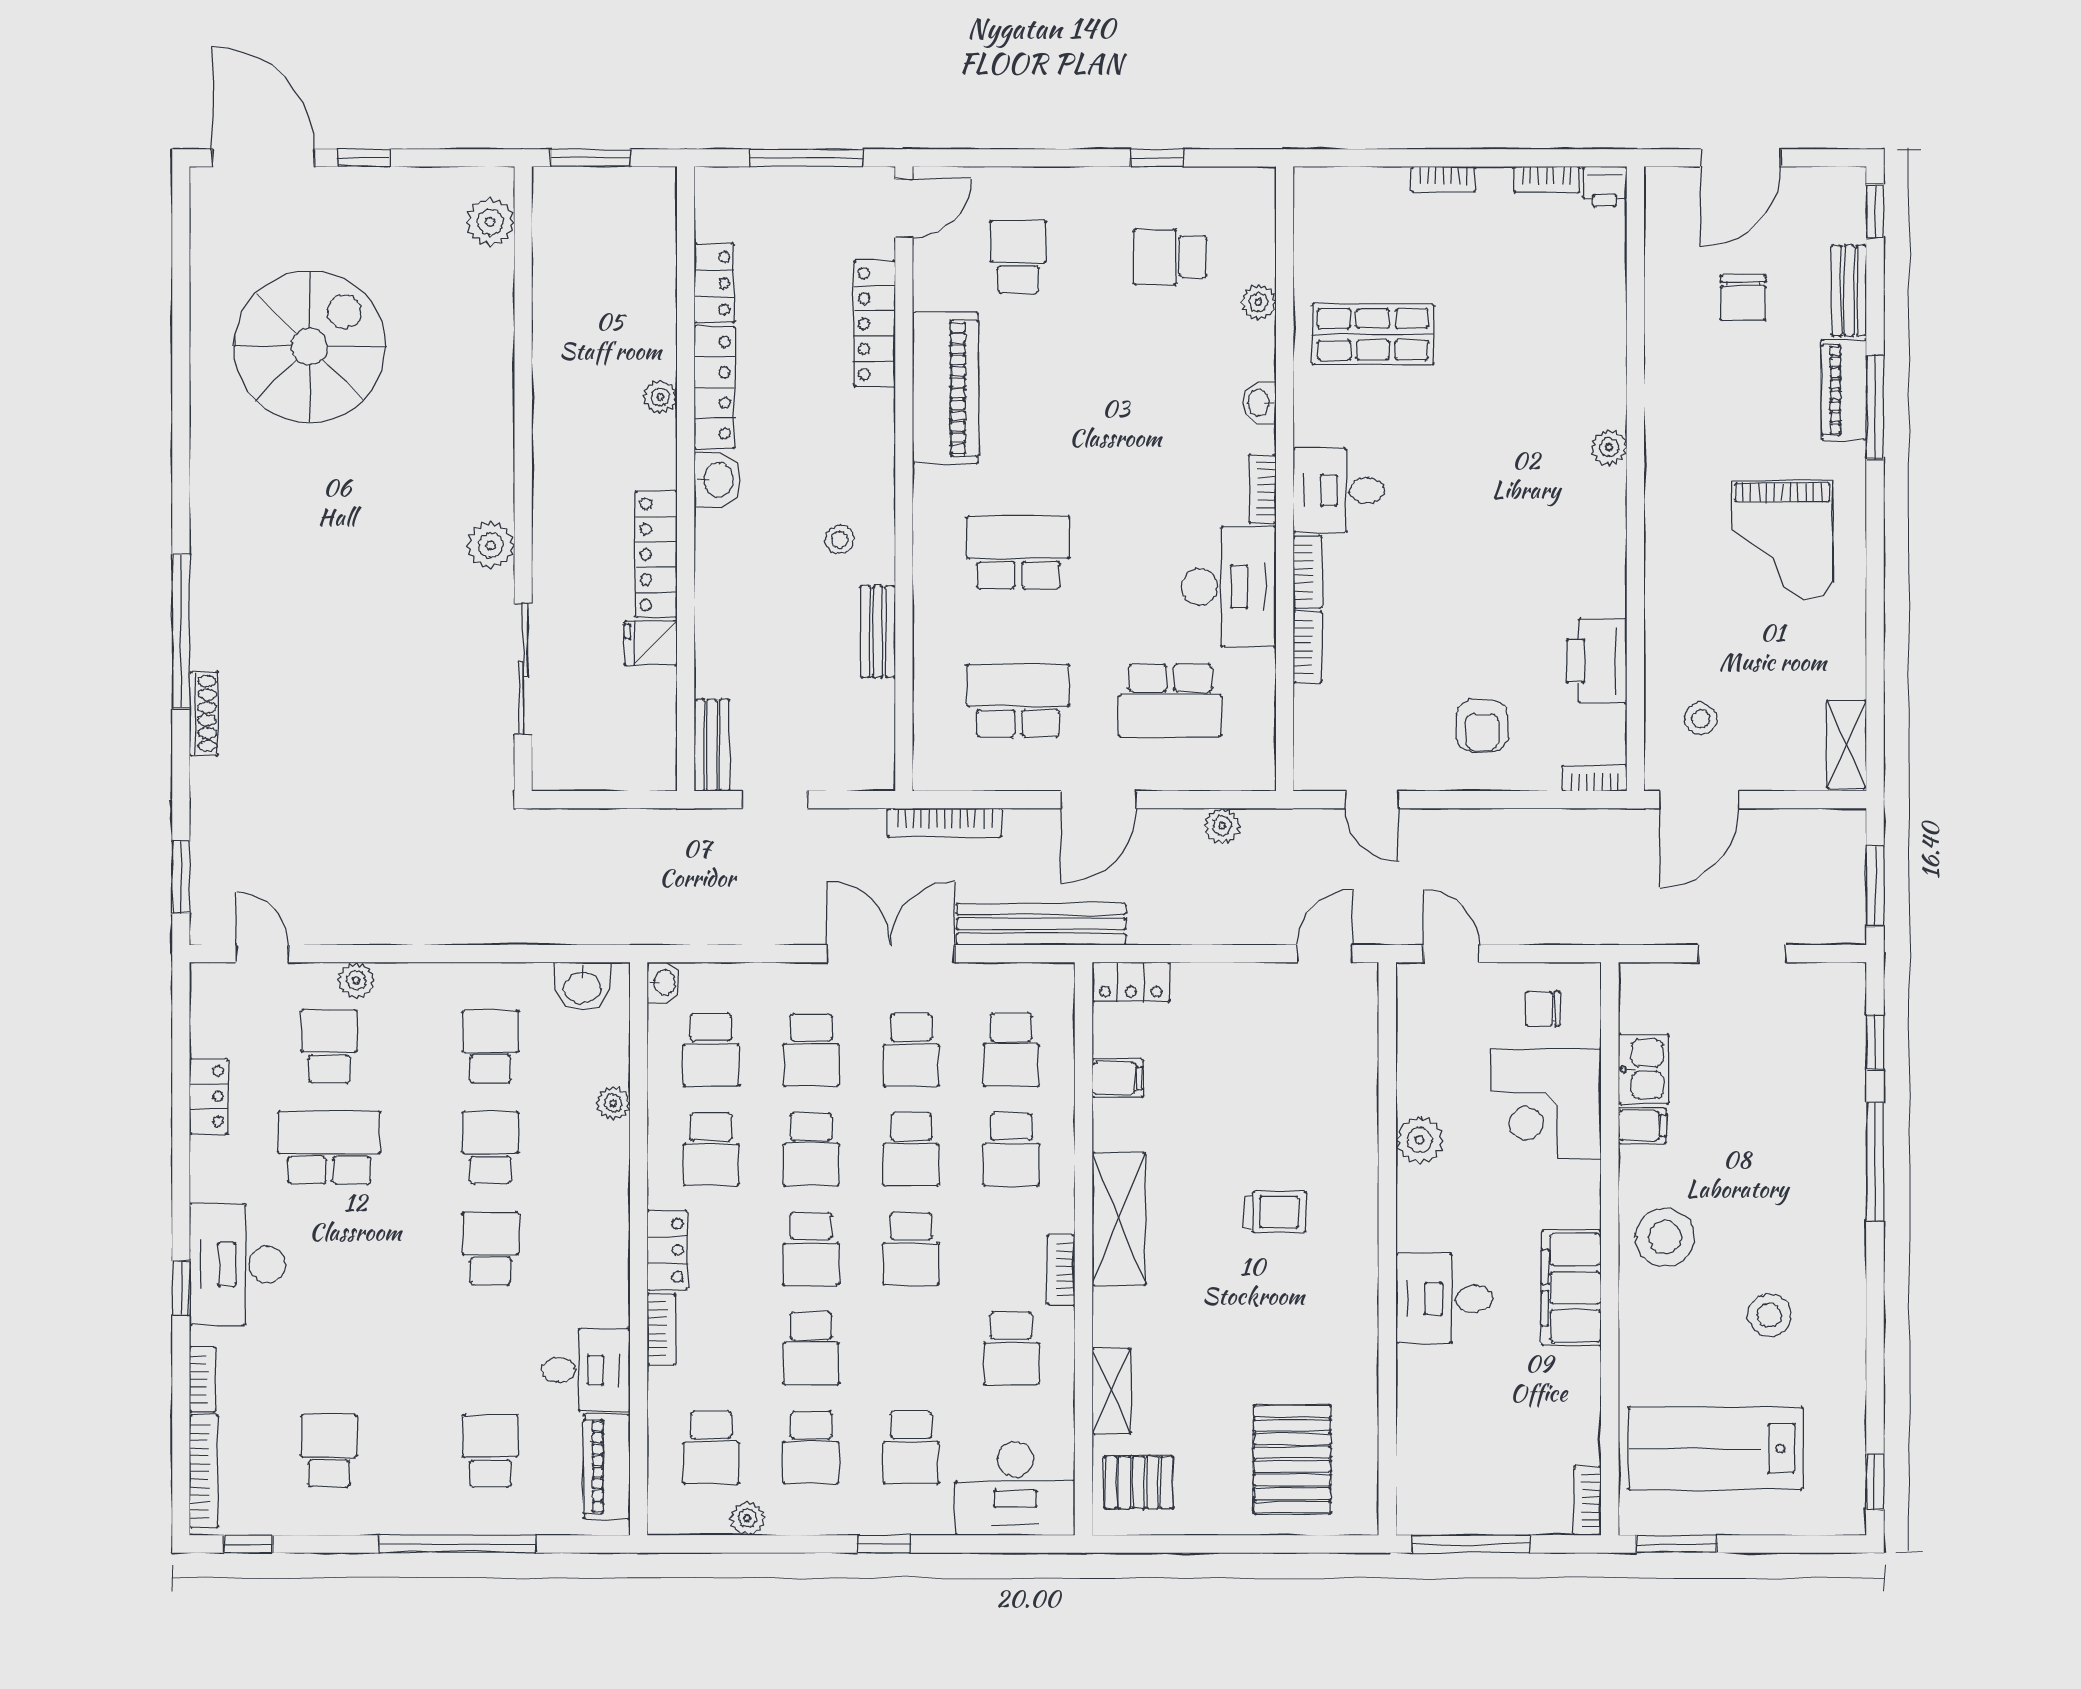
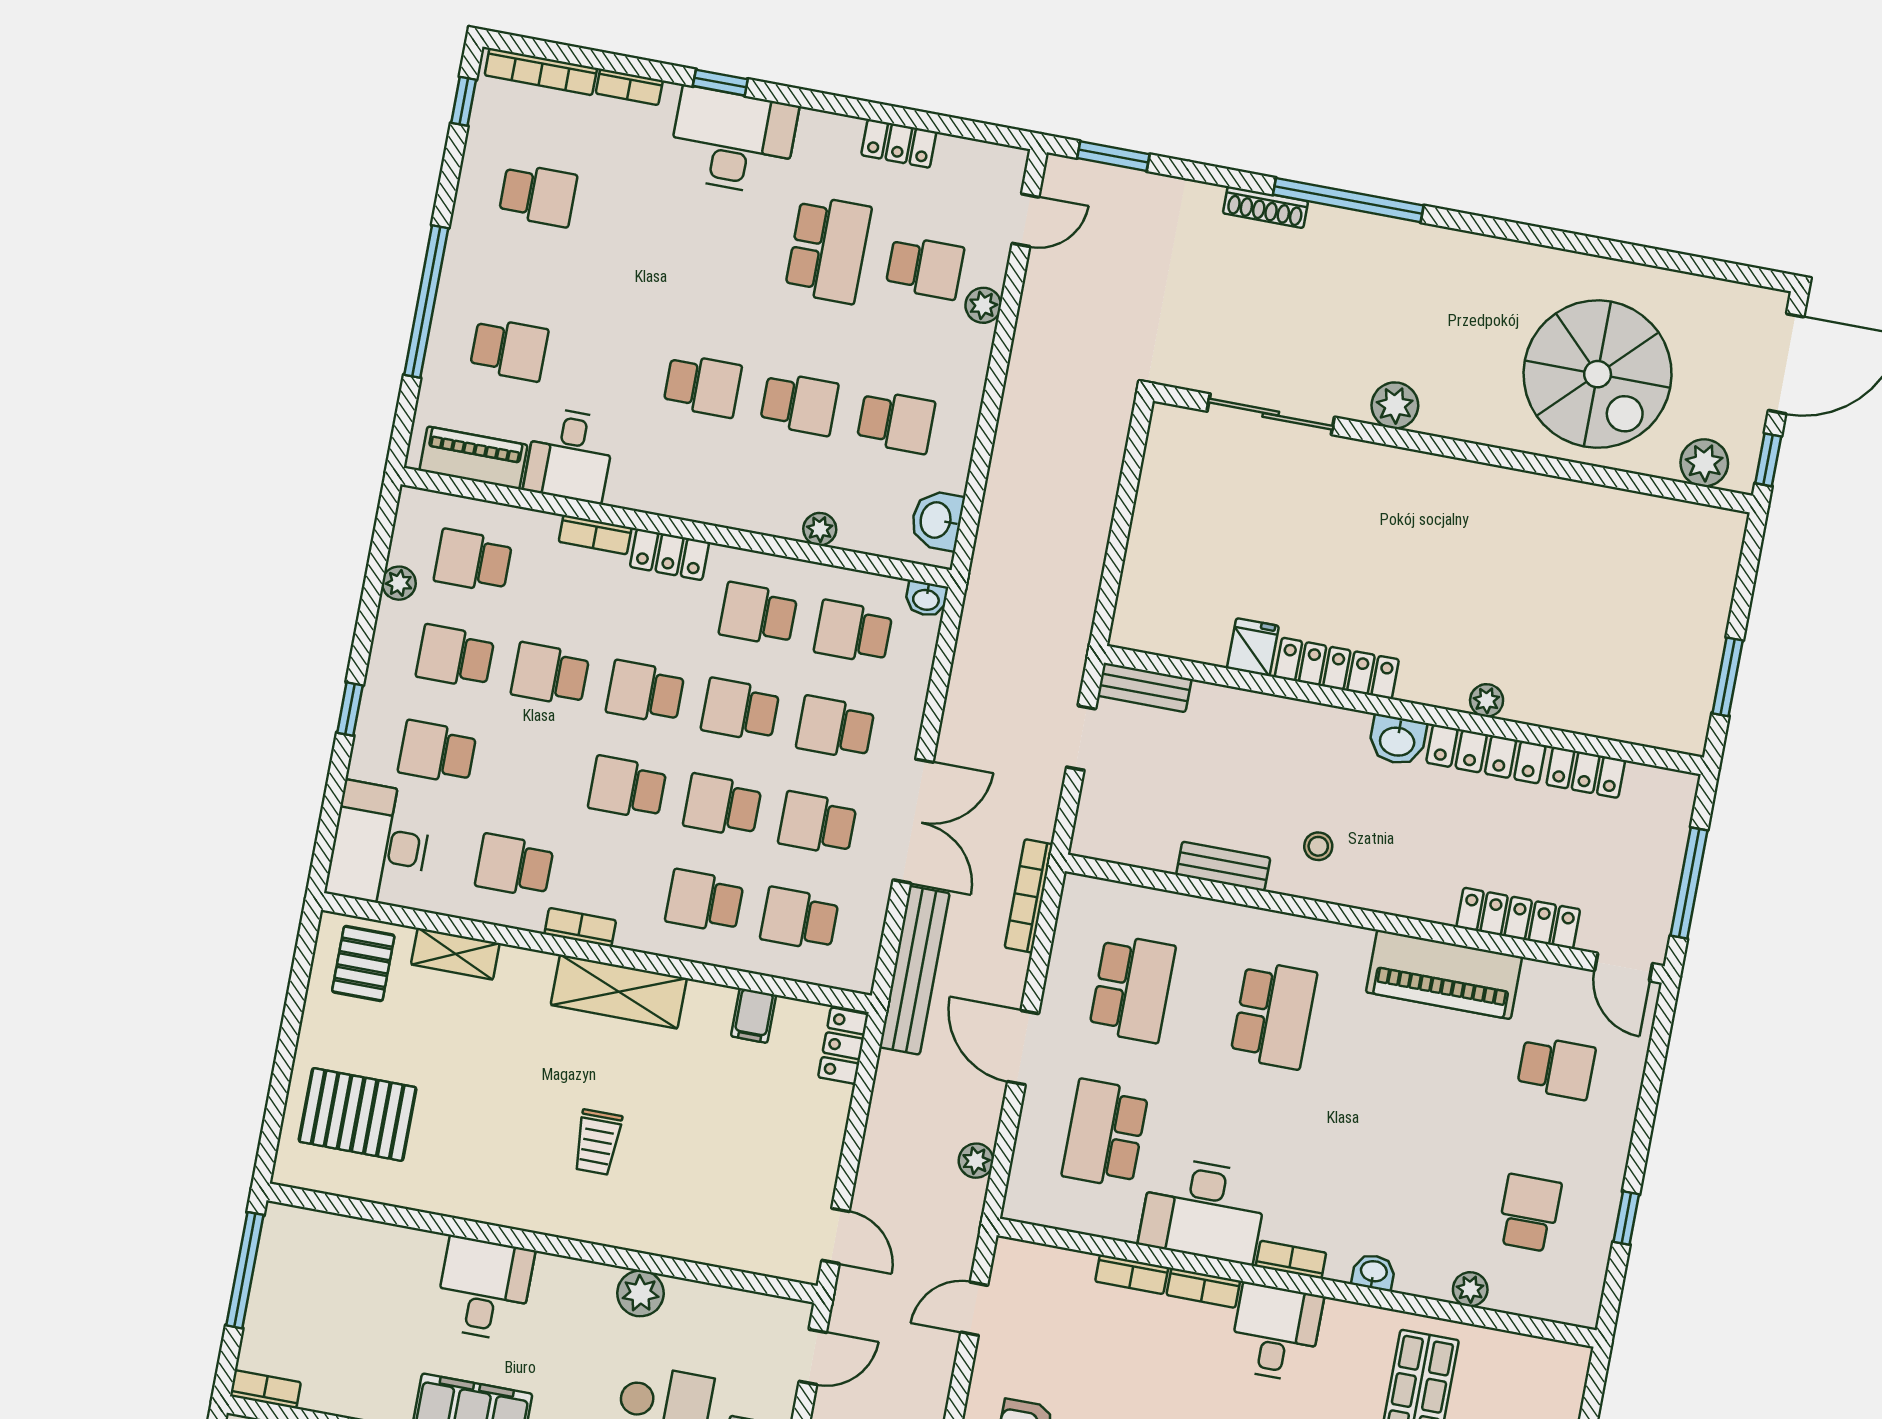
plant: (490, 222) -> (1704, 463), moved
wall: (523, 479) -> (1453, 448), moved
plant: (491, 545) -> (1395, 405), moved
sliding door: (523, 669) -> (1271, 414), moved

